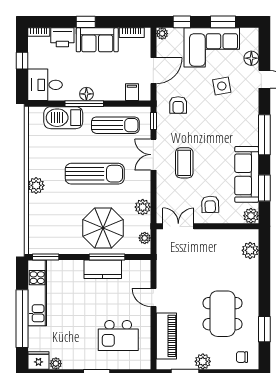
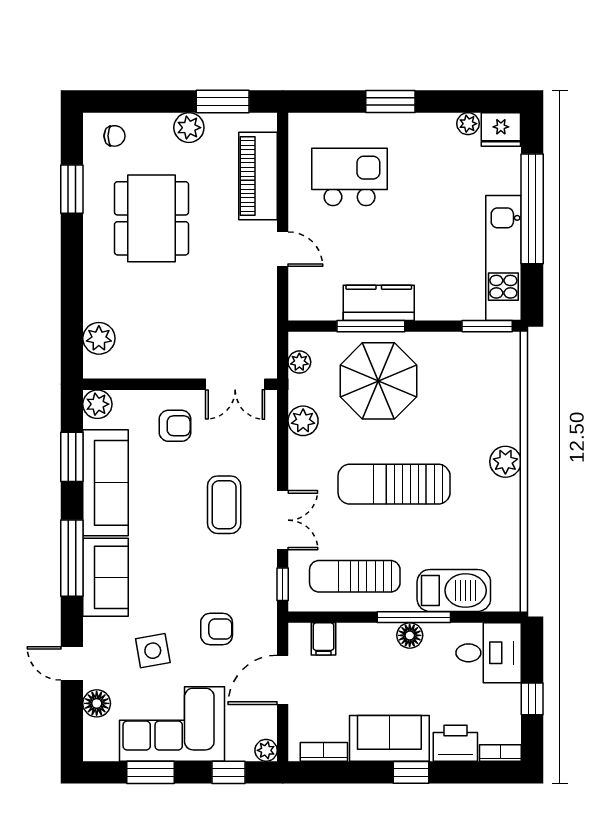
armchair: (178, 105) -> (217, 629), moved, turned 90
sofa: (247, 125) -> (106, 577), added
armchair: (210, 204) -> (175, 426), turned 92

